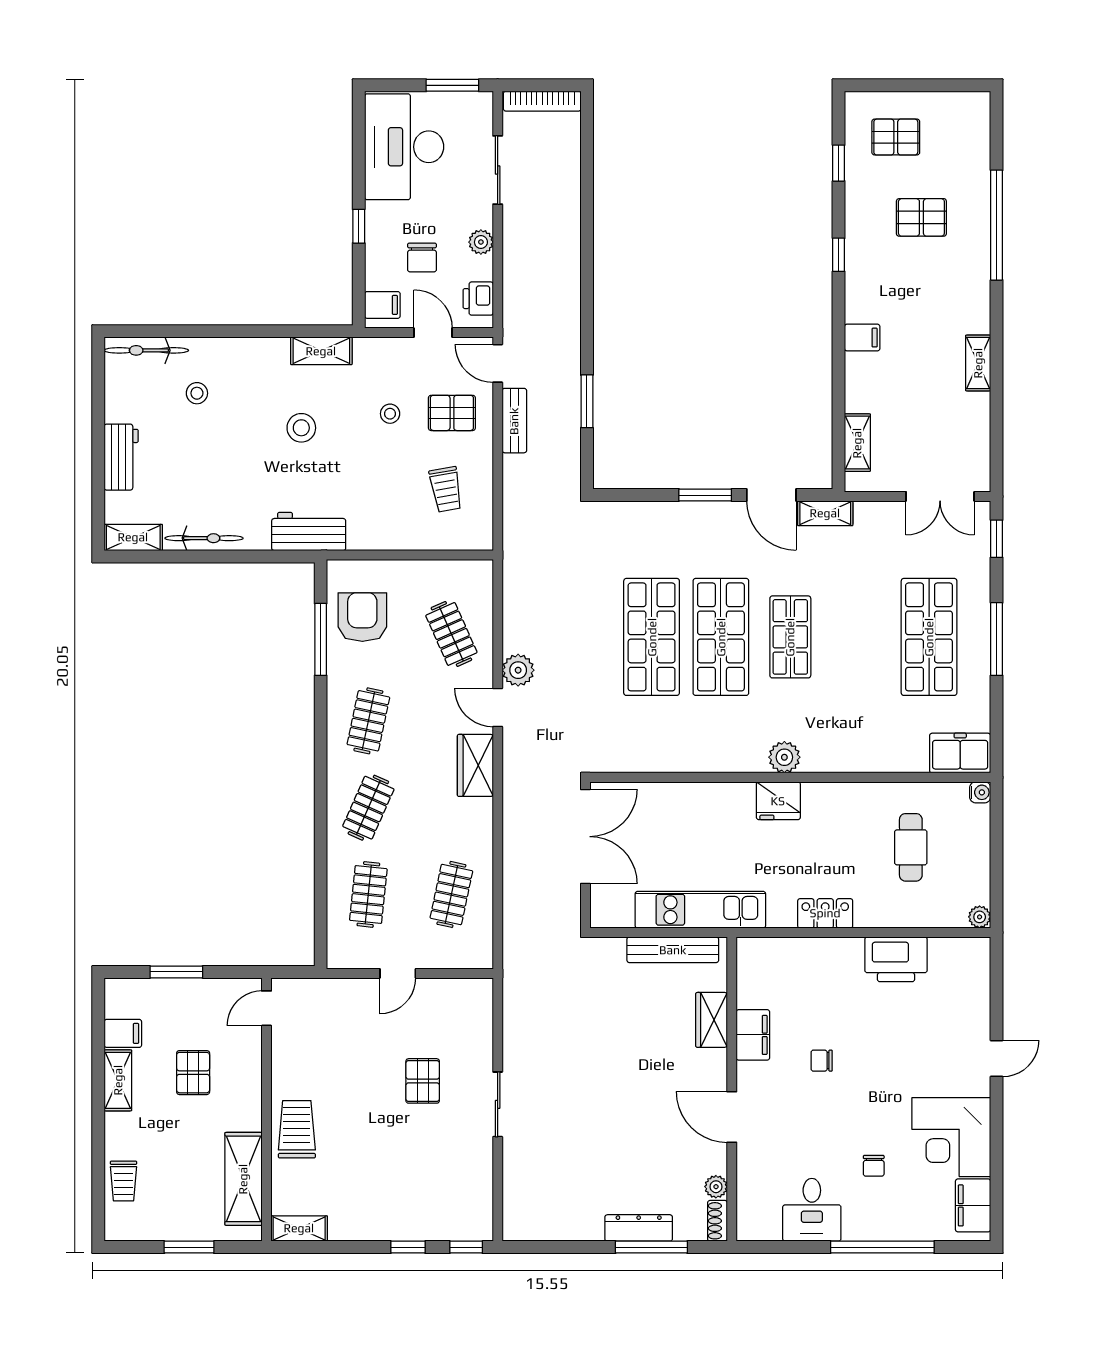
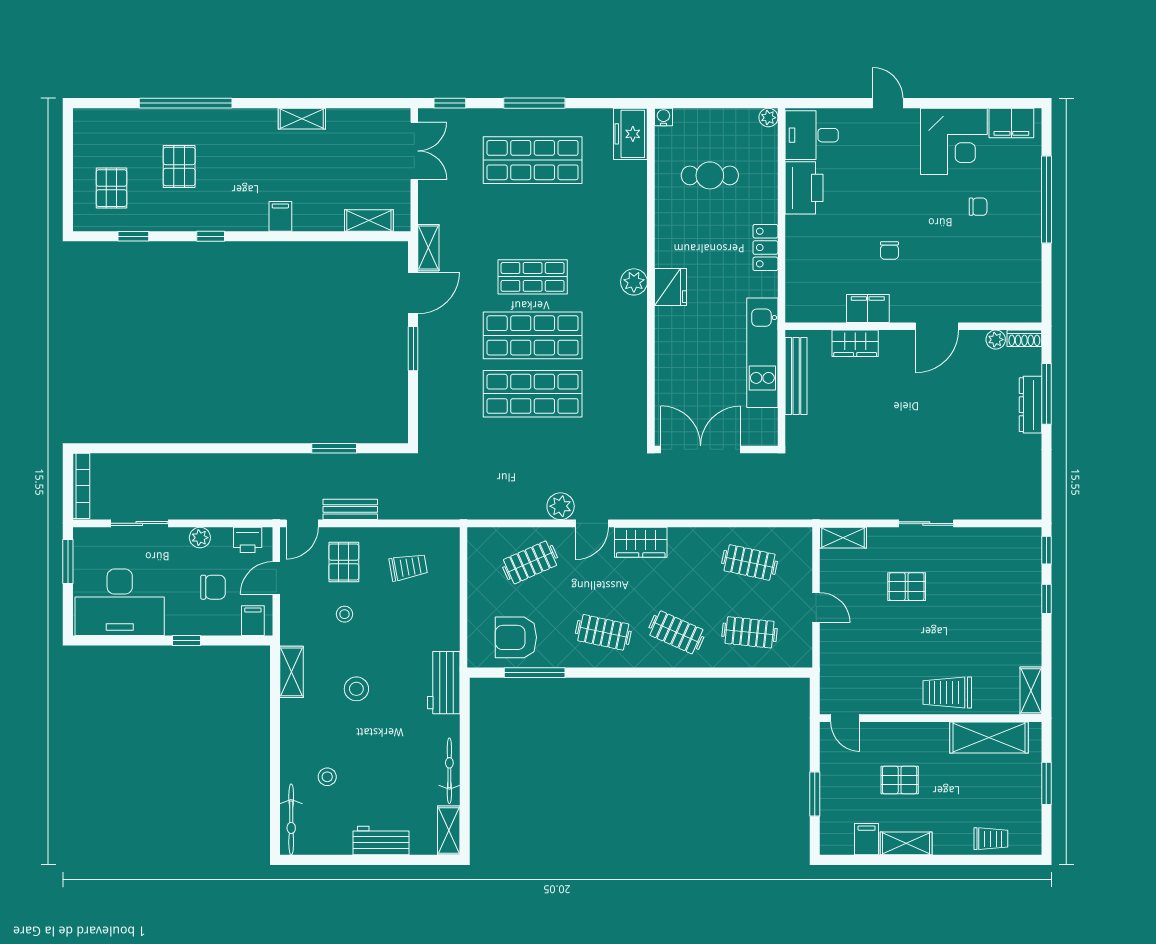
shelving: (481, 1005) -> (843, 538), added
desk: (812, 1210) -> (812, 135), moved, turned 180

